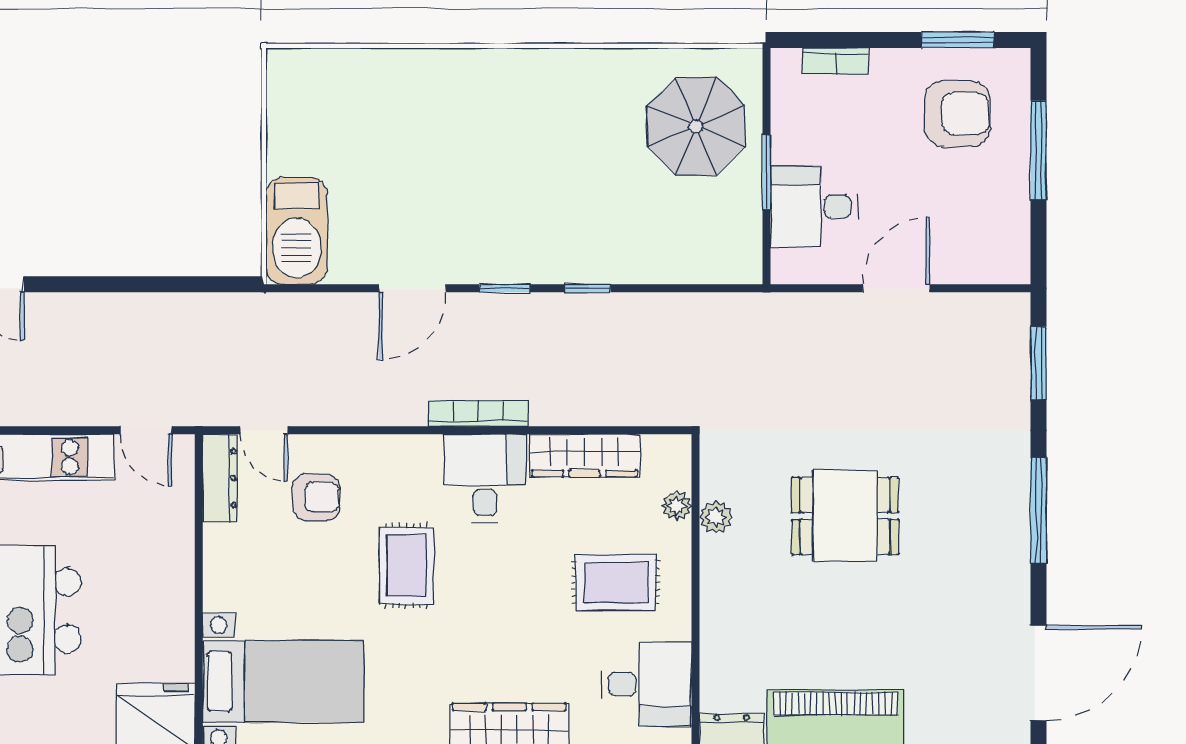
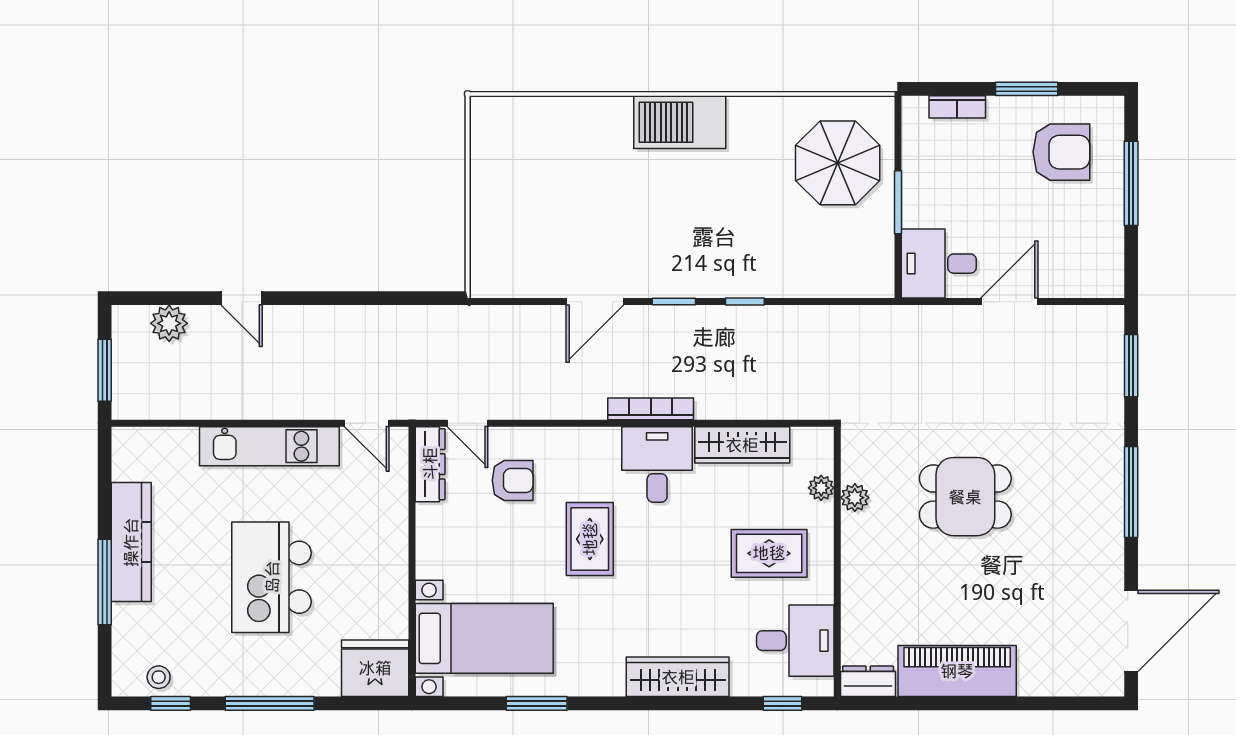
window: (958, 40) -> (1027, 89), moved
desk: (814, 206) -> (939, 264), moved
barbecue: (297, 231) -> (680, 122), moved, turned 90

